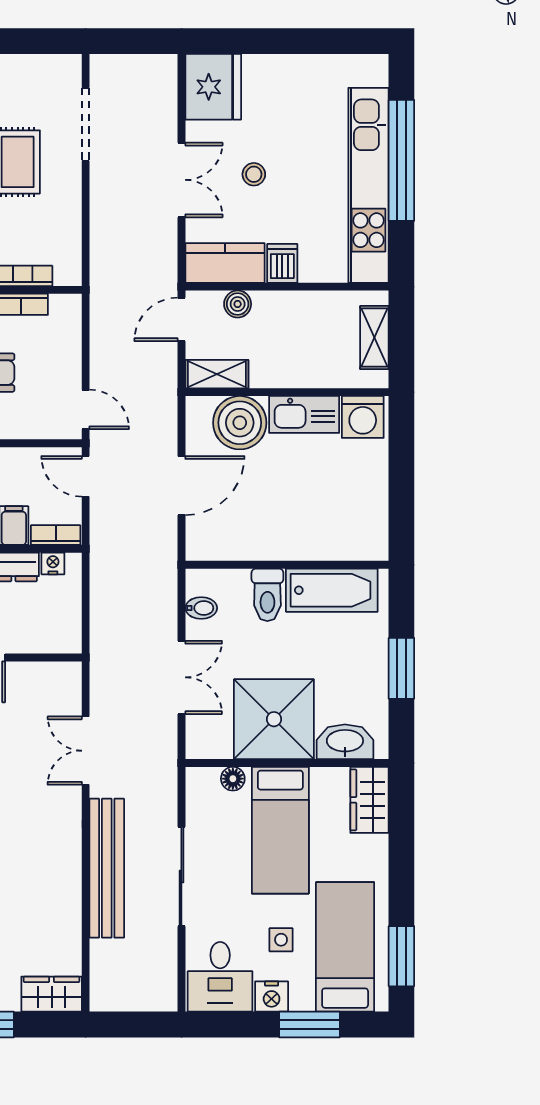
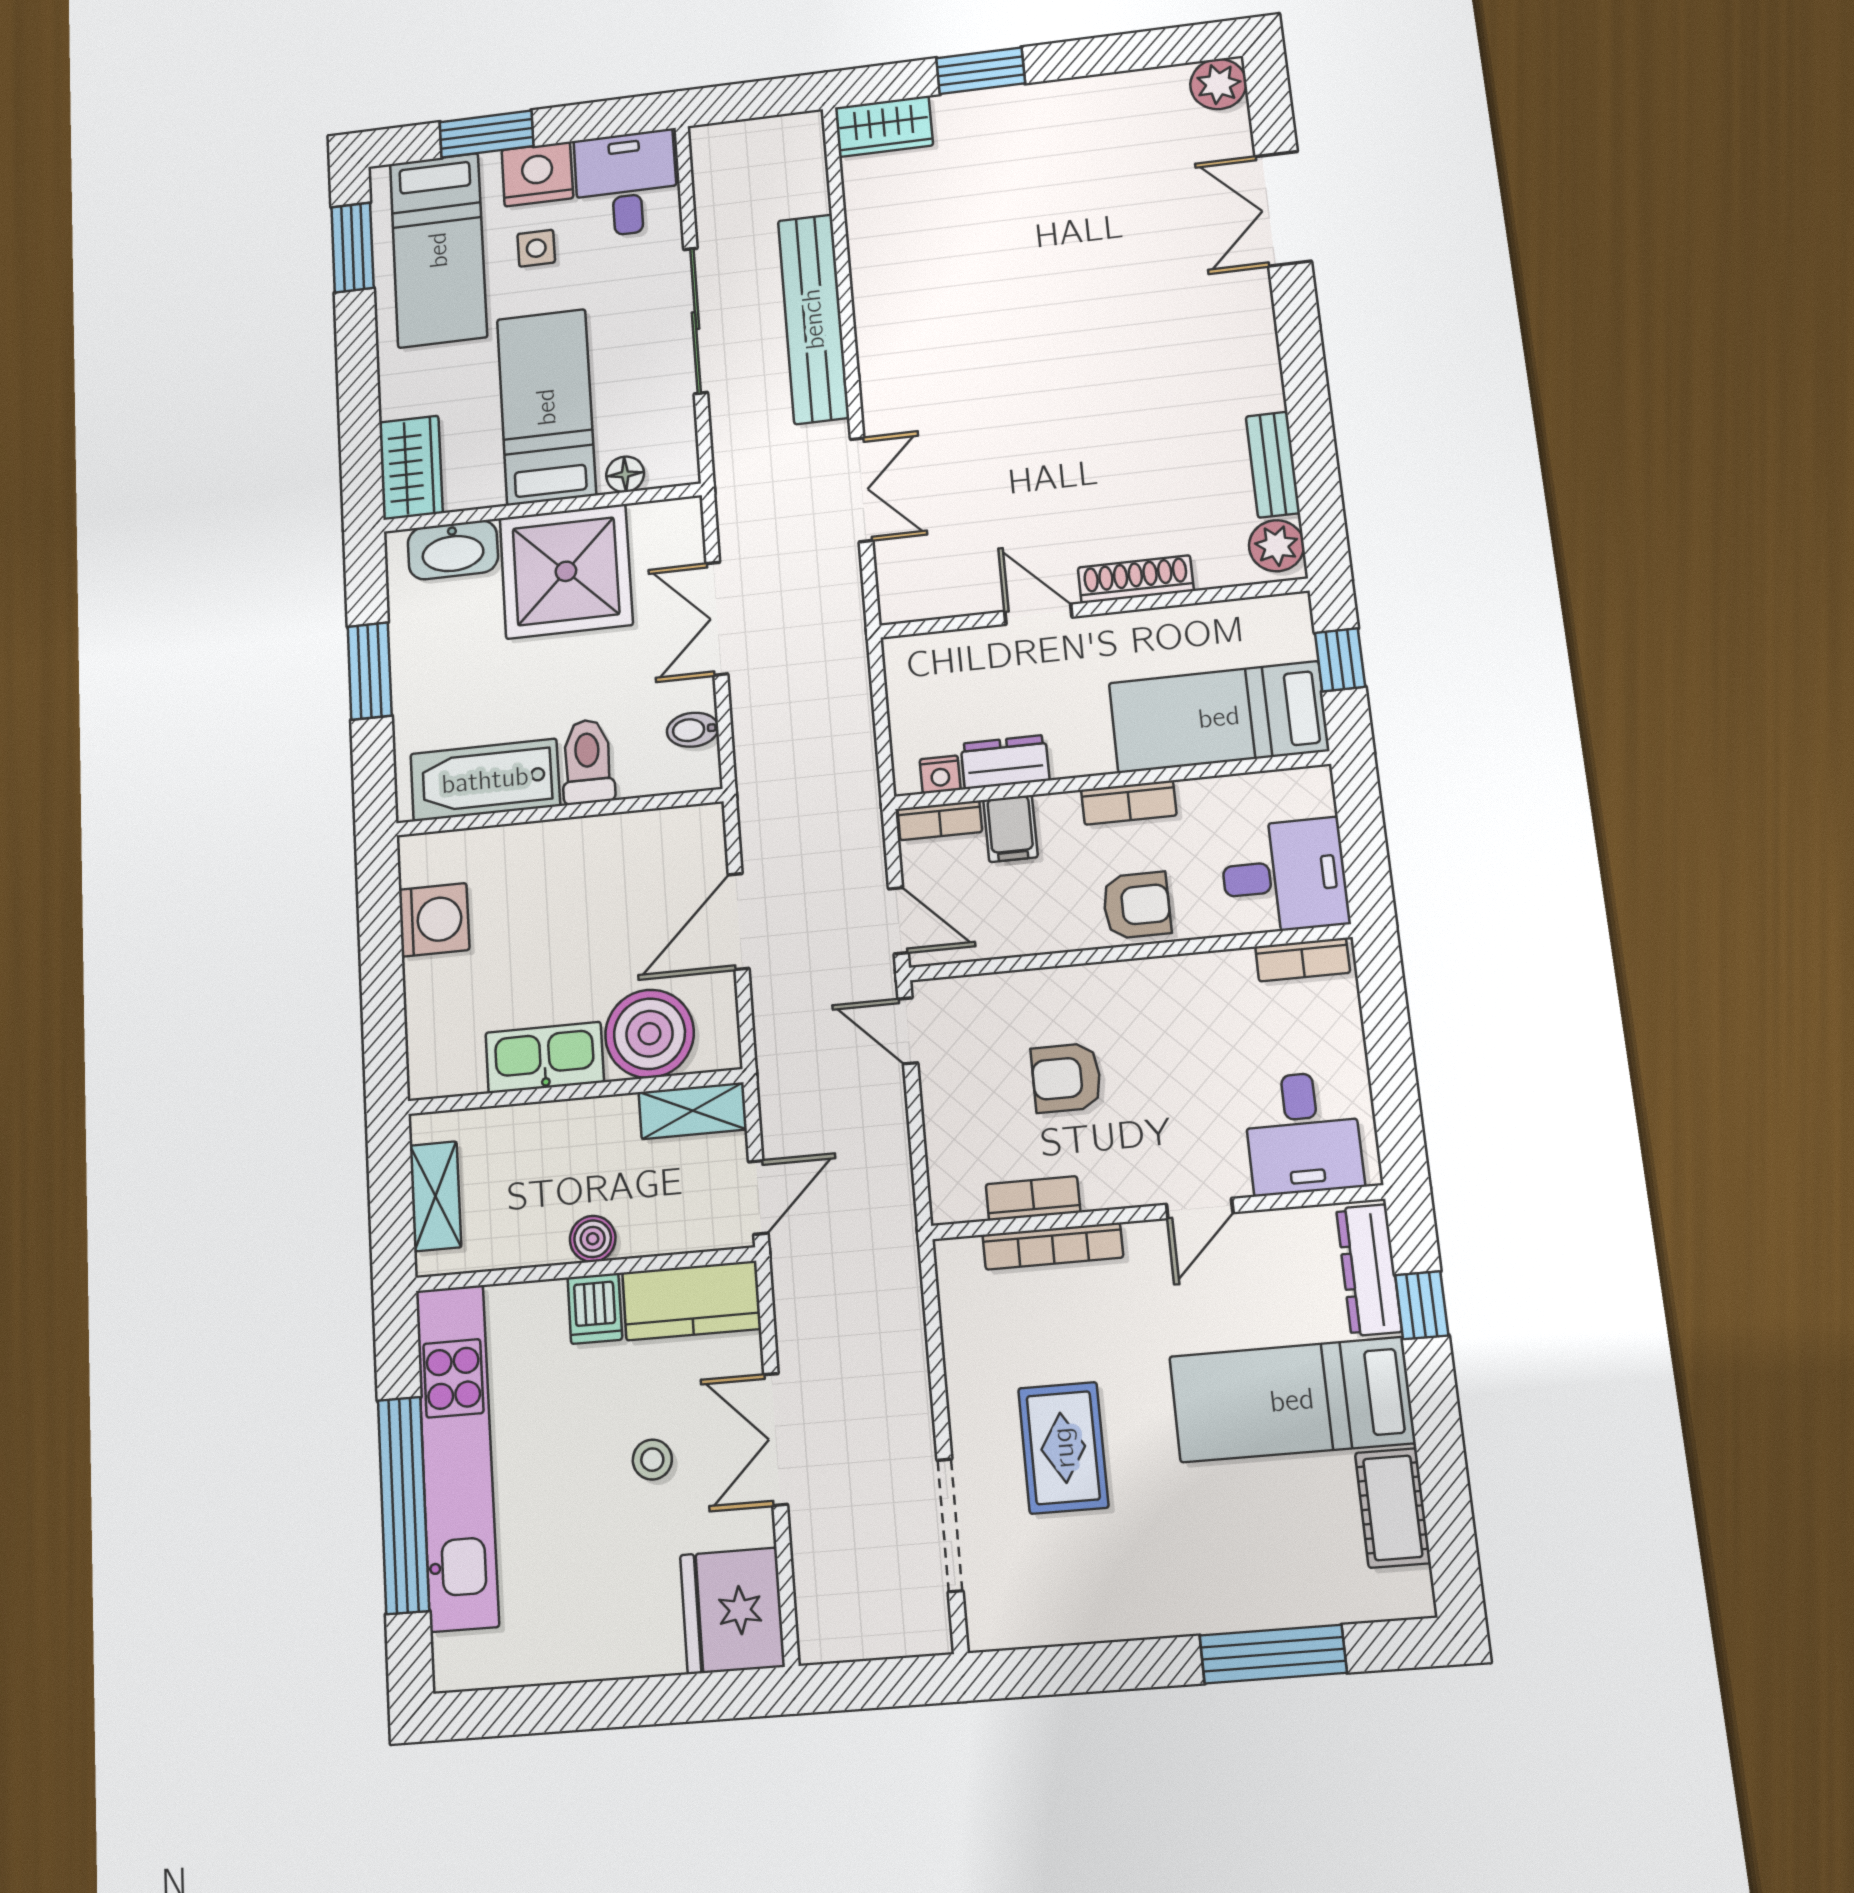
boiler: (238, 304) -> (593, 1239), moved
washing machine: (363, 417) -> (434, 920), moved, turned 90
nightstand: (272, 996) -> (537, 174), width x1.36, depth x1.33

